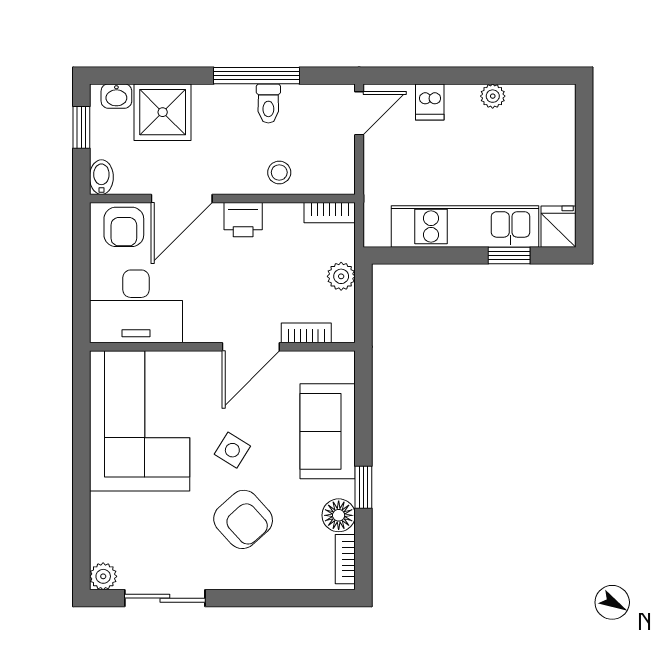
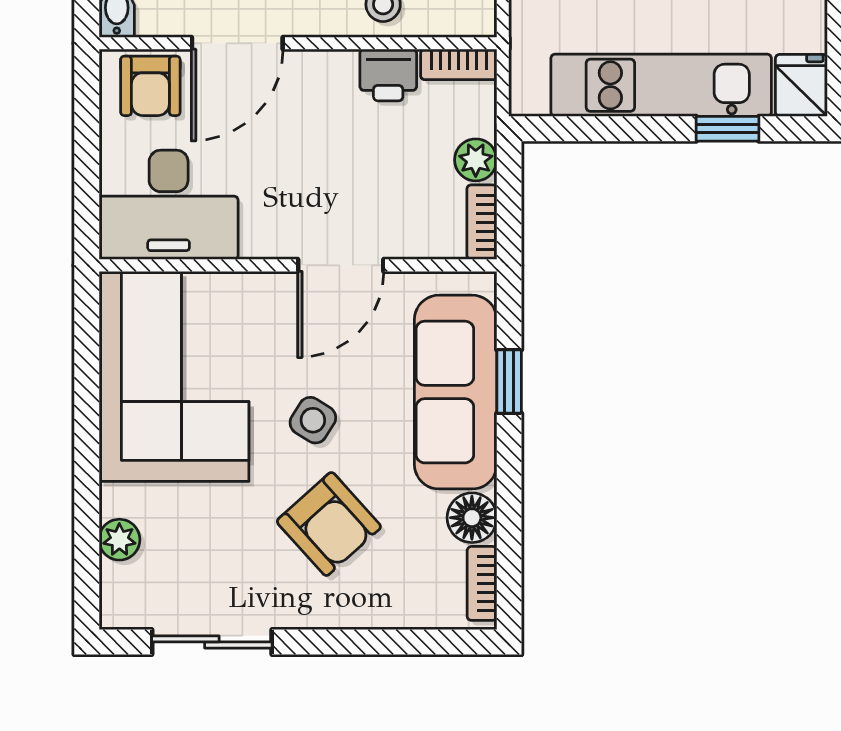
printer: (243, 220) -> (388, 75), moved
bookcase: (306, 333) -> (482, 222), moved, turned -90
sofa: (328, 431) -> (456, 392), width x1.36
window: (363, 487) -> (509, 381), moved
plant: (103, 576) -> (119, 540), moved

